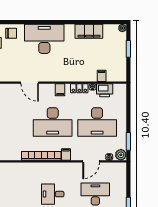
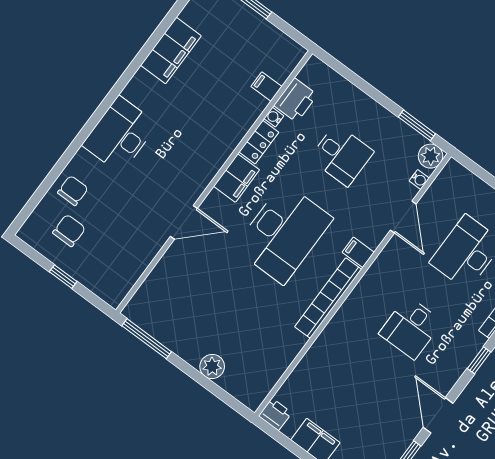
desk: (44, 39) -> (120, 135), width x0.73, depth x0.77
filing cabinet: (60, 90) -> (236, 178), width x2.00
desk: (97, 122) -> (342, 155), width x0.53, depth x0.77

